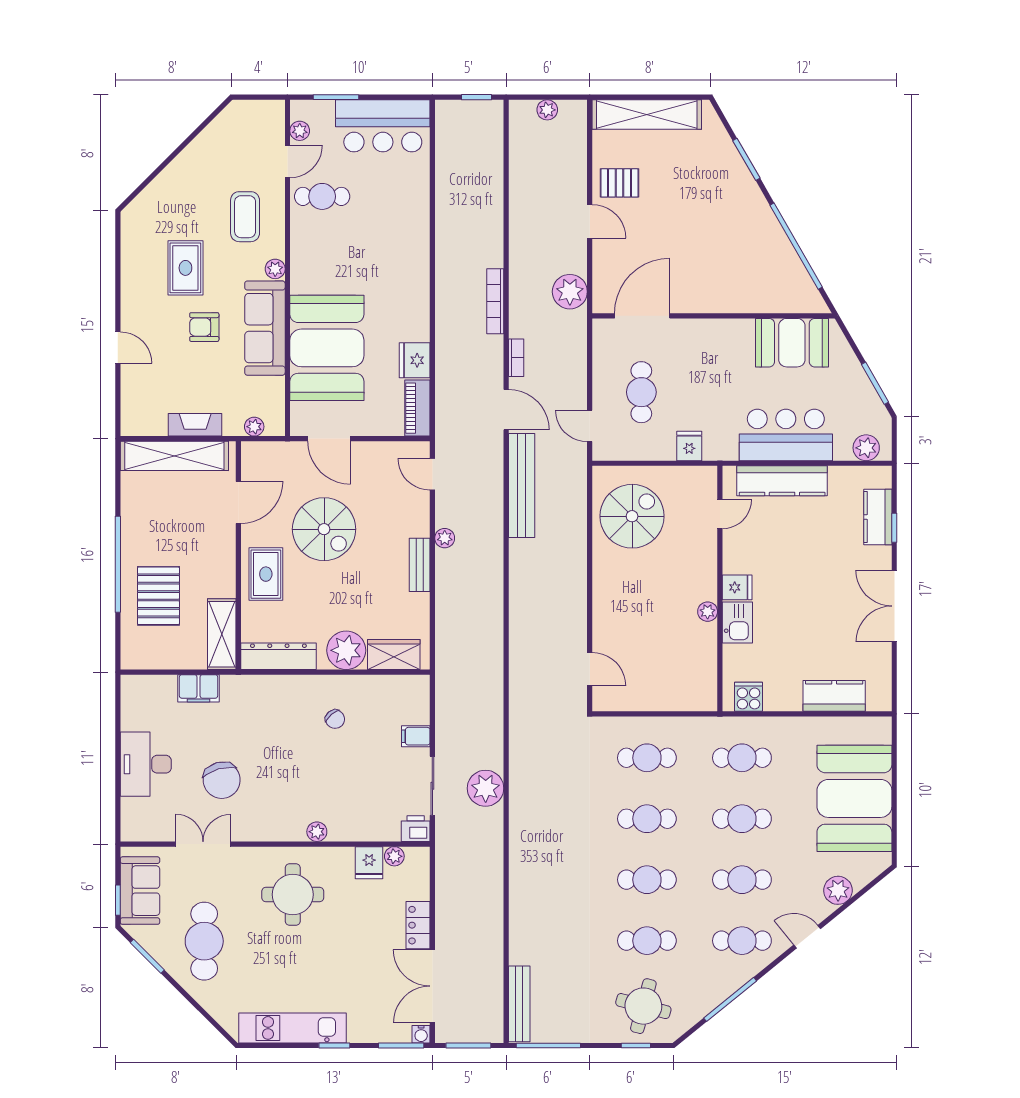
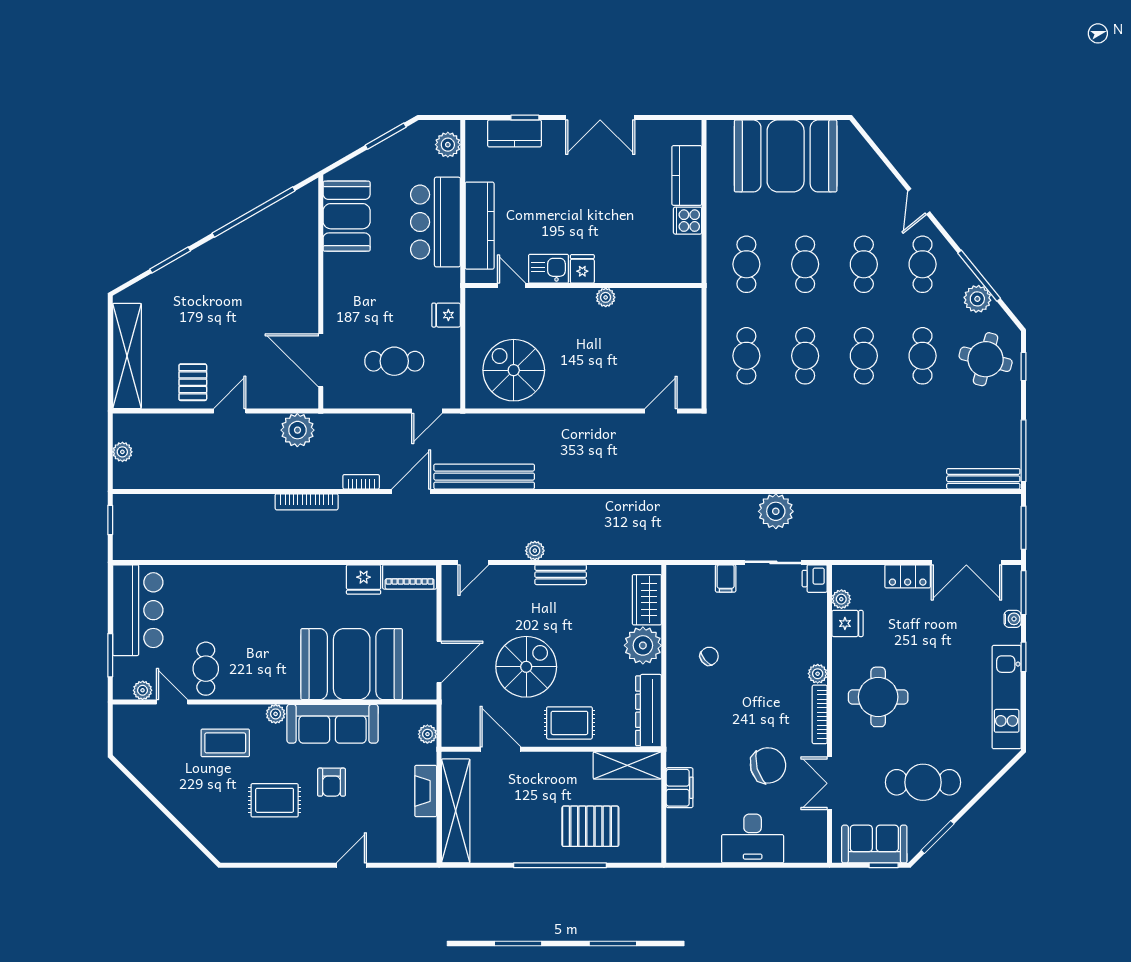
kitchen sink: (737, 622) -> (549, 269), moved
cooker: (748, 697) -> (688, 221), moved
bookcase: (275, 834) -> (820, 714), added
plant: (838, 890) -> (977, 299), moved
water cooler: (421, 1034) -> (1013, 619), moved

